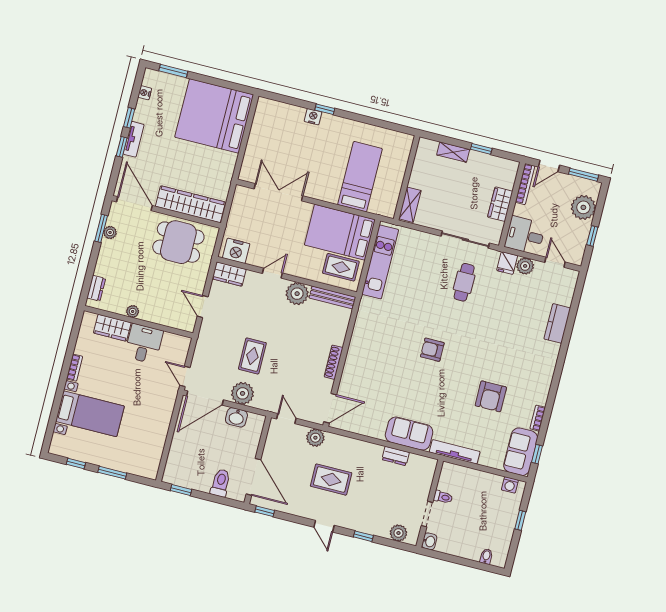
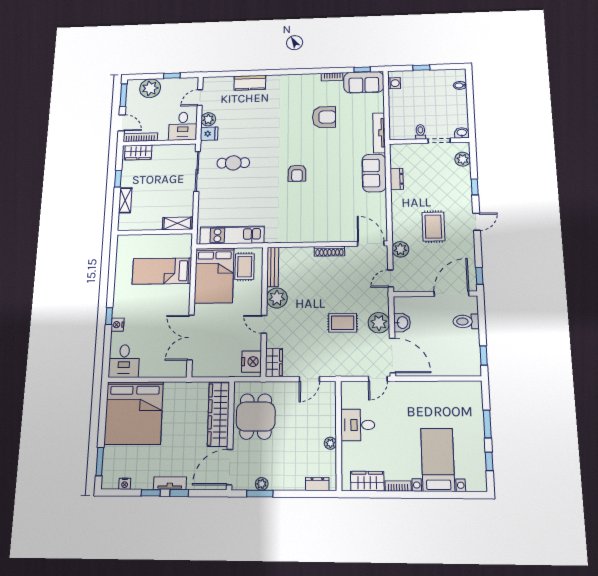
desk: (272, 116) -> (124, 361), added
wardrobe: (500, 204) -> (138, 152), moved
wardrobe: (112, 328) -> (367, 481), moved, turned -90

